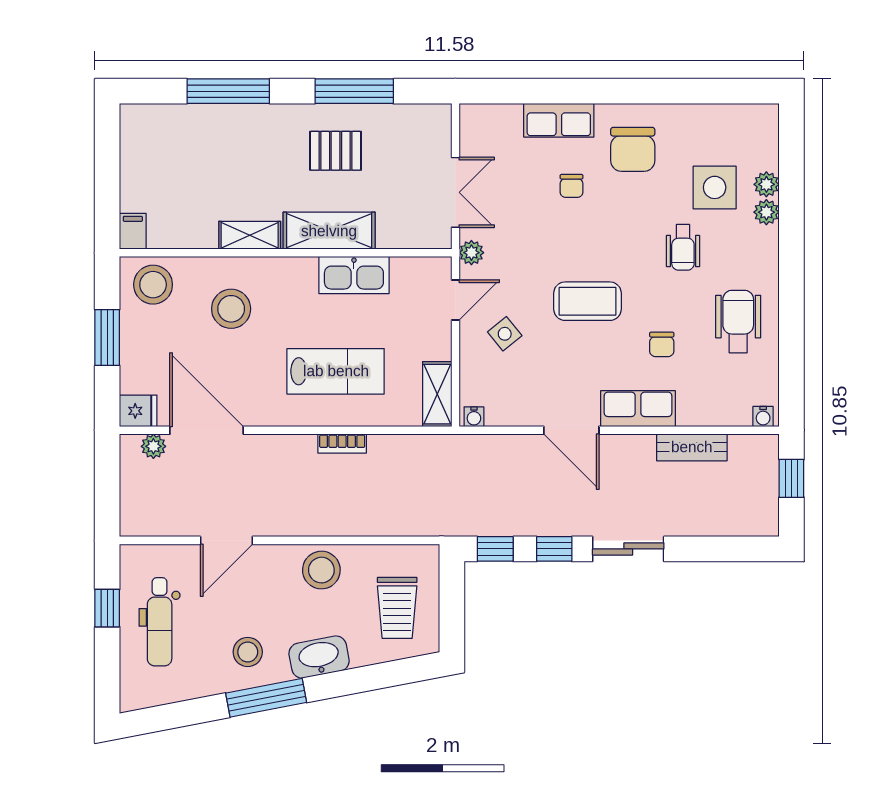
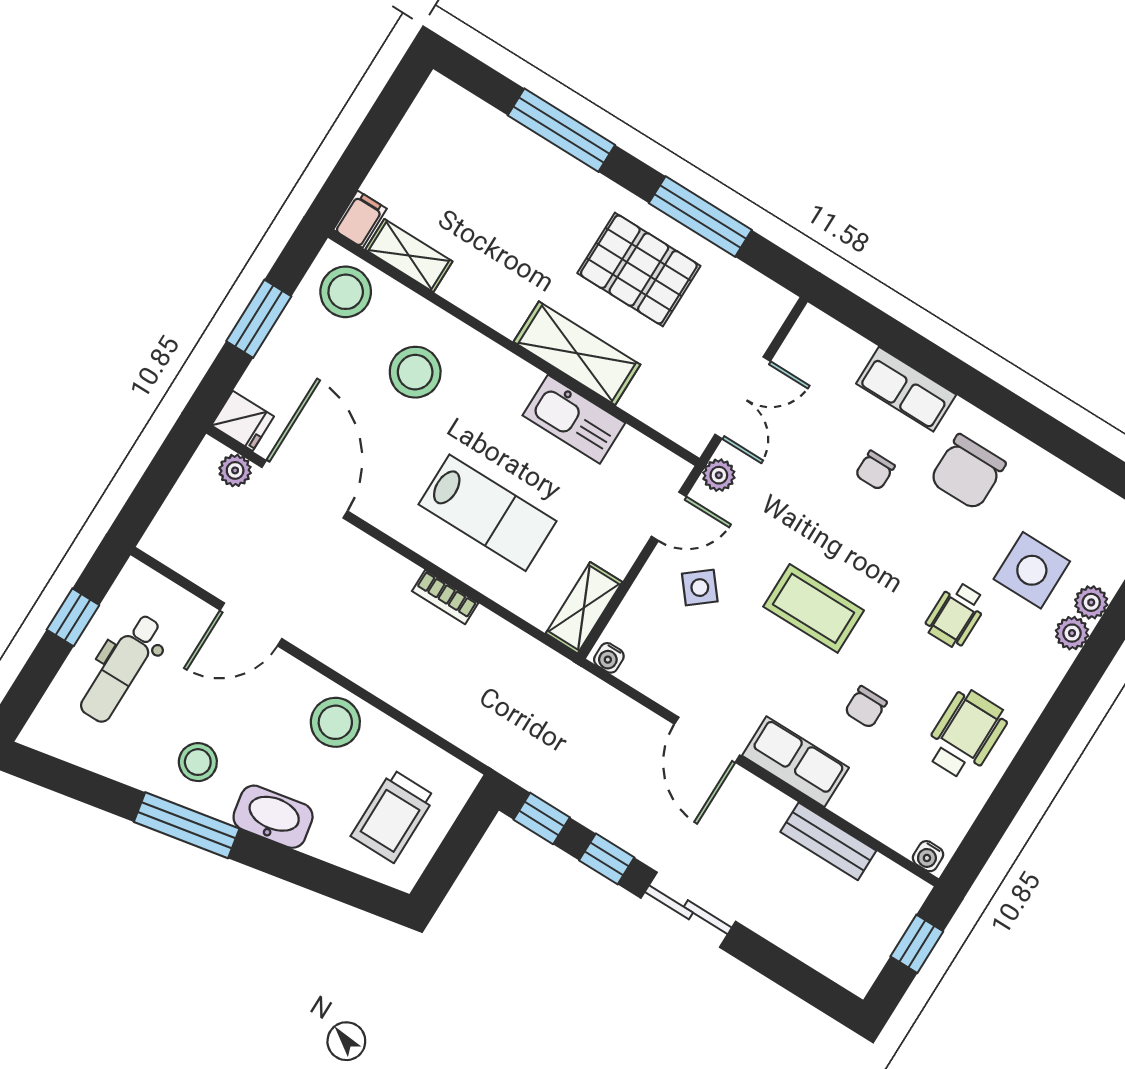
pallet: (336, 151) -> (639, 269), width x1.50, depth x1.42
shelving: (250, 235) -> (409, 256), moved

